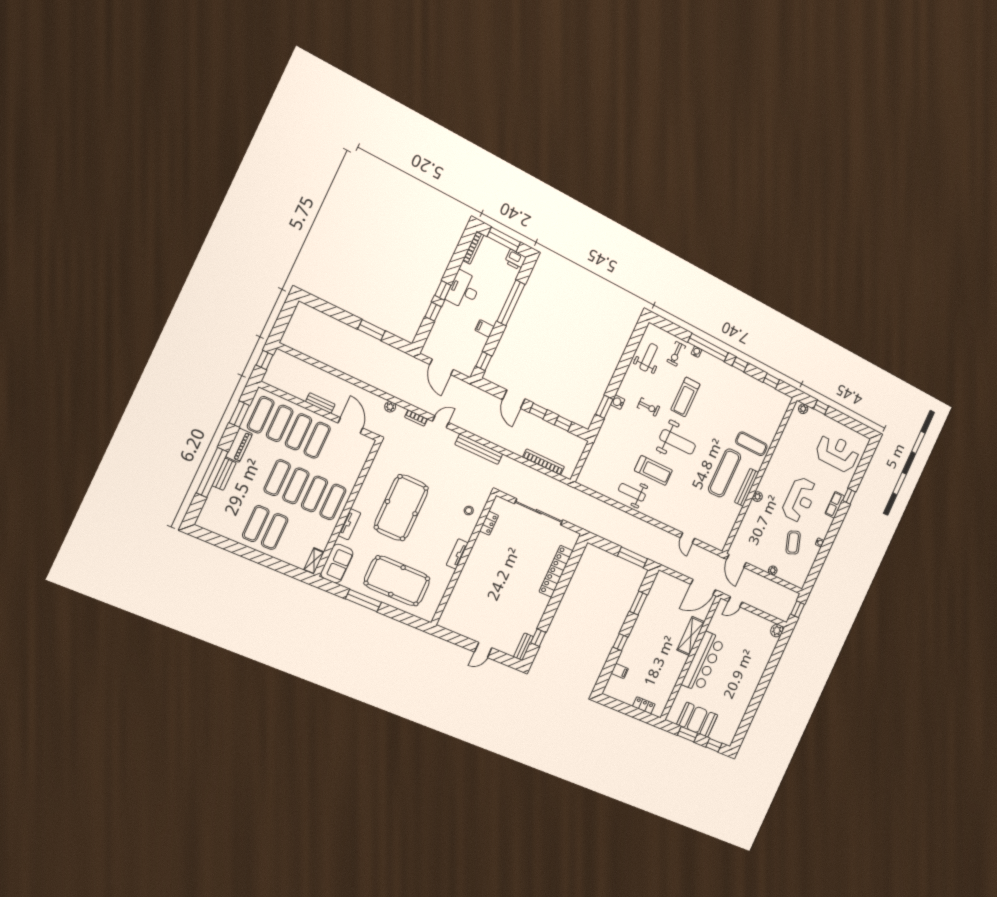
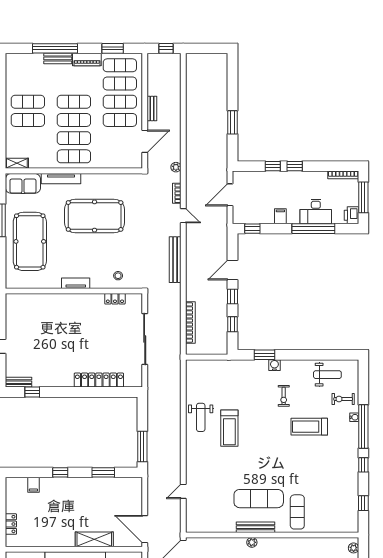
desk: (464, 290) -> (316, 211), moved, turned 180
weight bench: (678, 442) -> (266, 439), removed
weight bench: (632, 492) -> (201, 417), turned 180
tv unit: (349, 524) -> (61, 179), width x1.41

